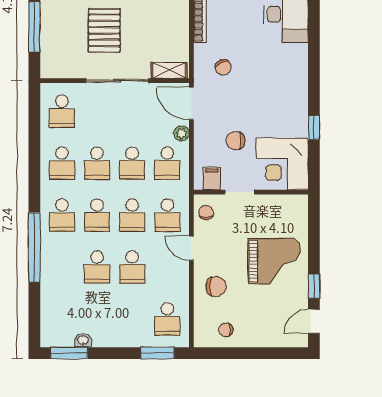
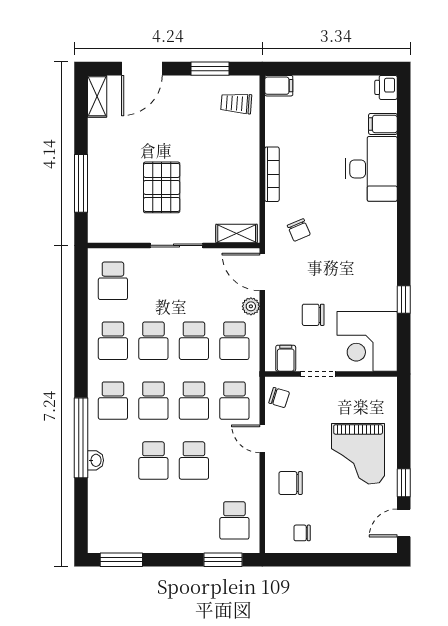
sliding door: (117, 81) -> (177, 245), width x0.73
chair: (206, 212) -> (279, 398), turned 107
grand piano: (274, 261) -> (358, 454), turned 90
chair: (216, 287) -> (291, 483), turned 180
washbasin: (83, 340) -> (96, 460), moved, turned 90

